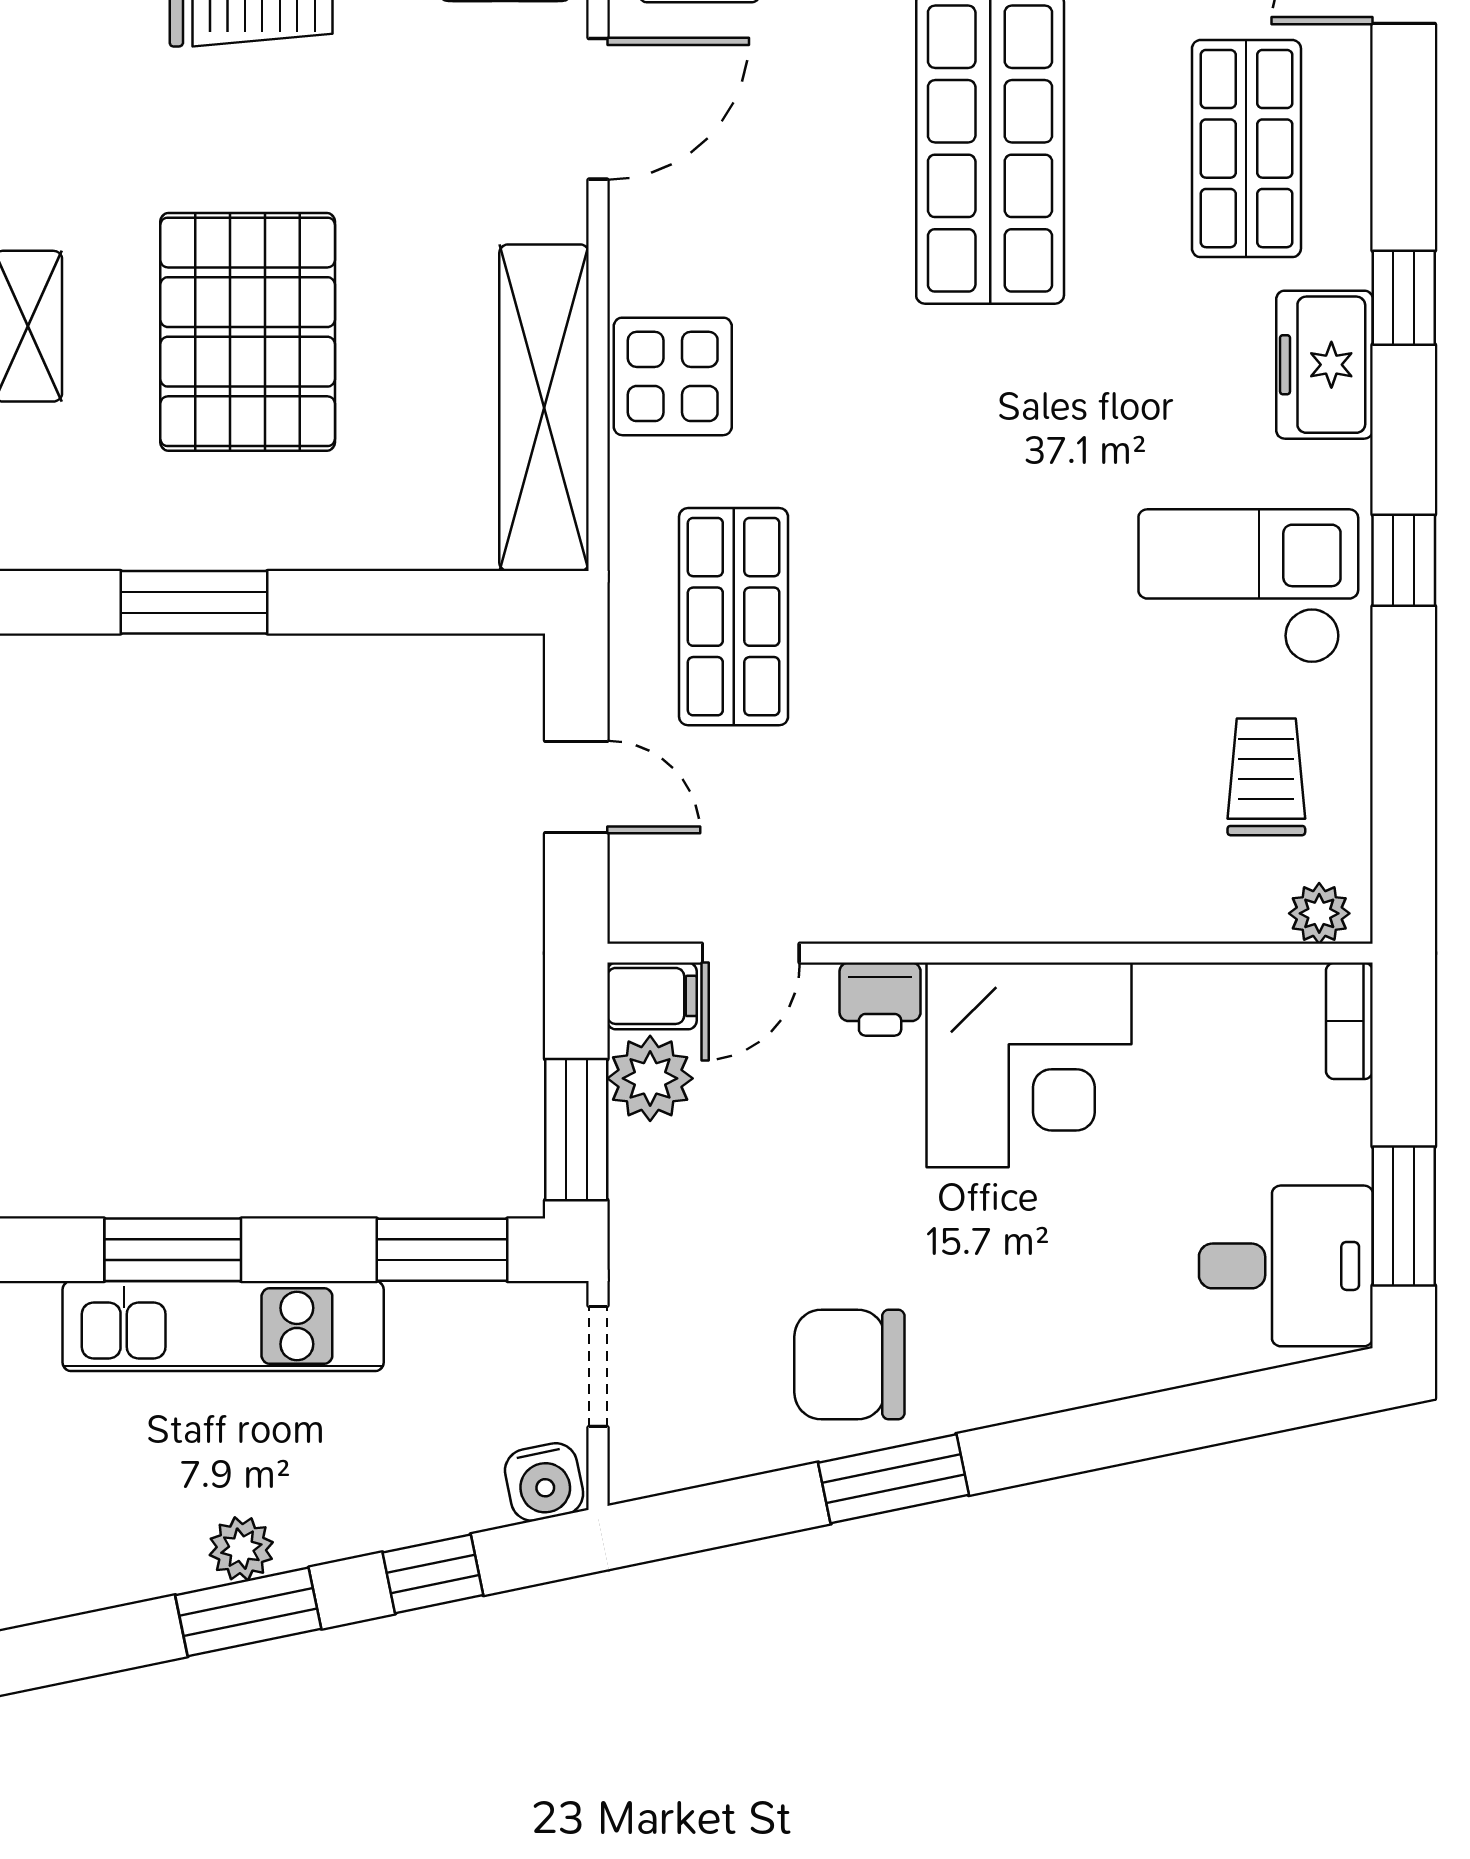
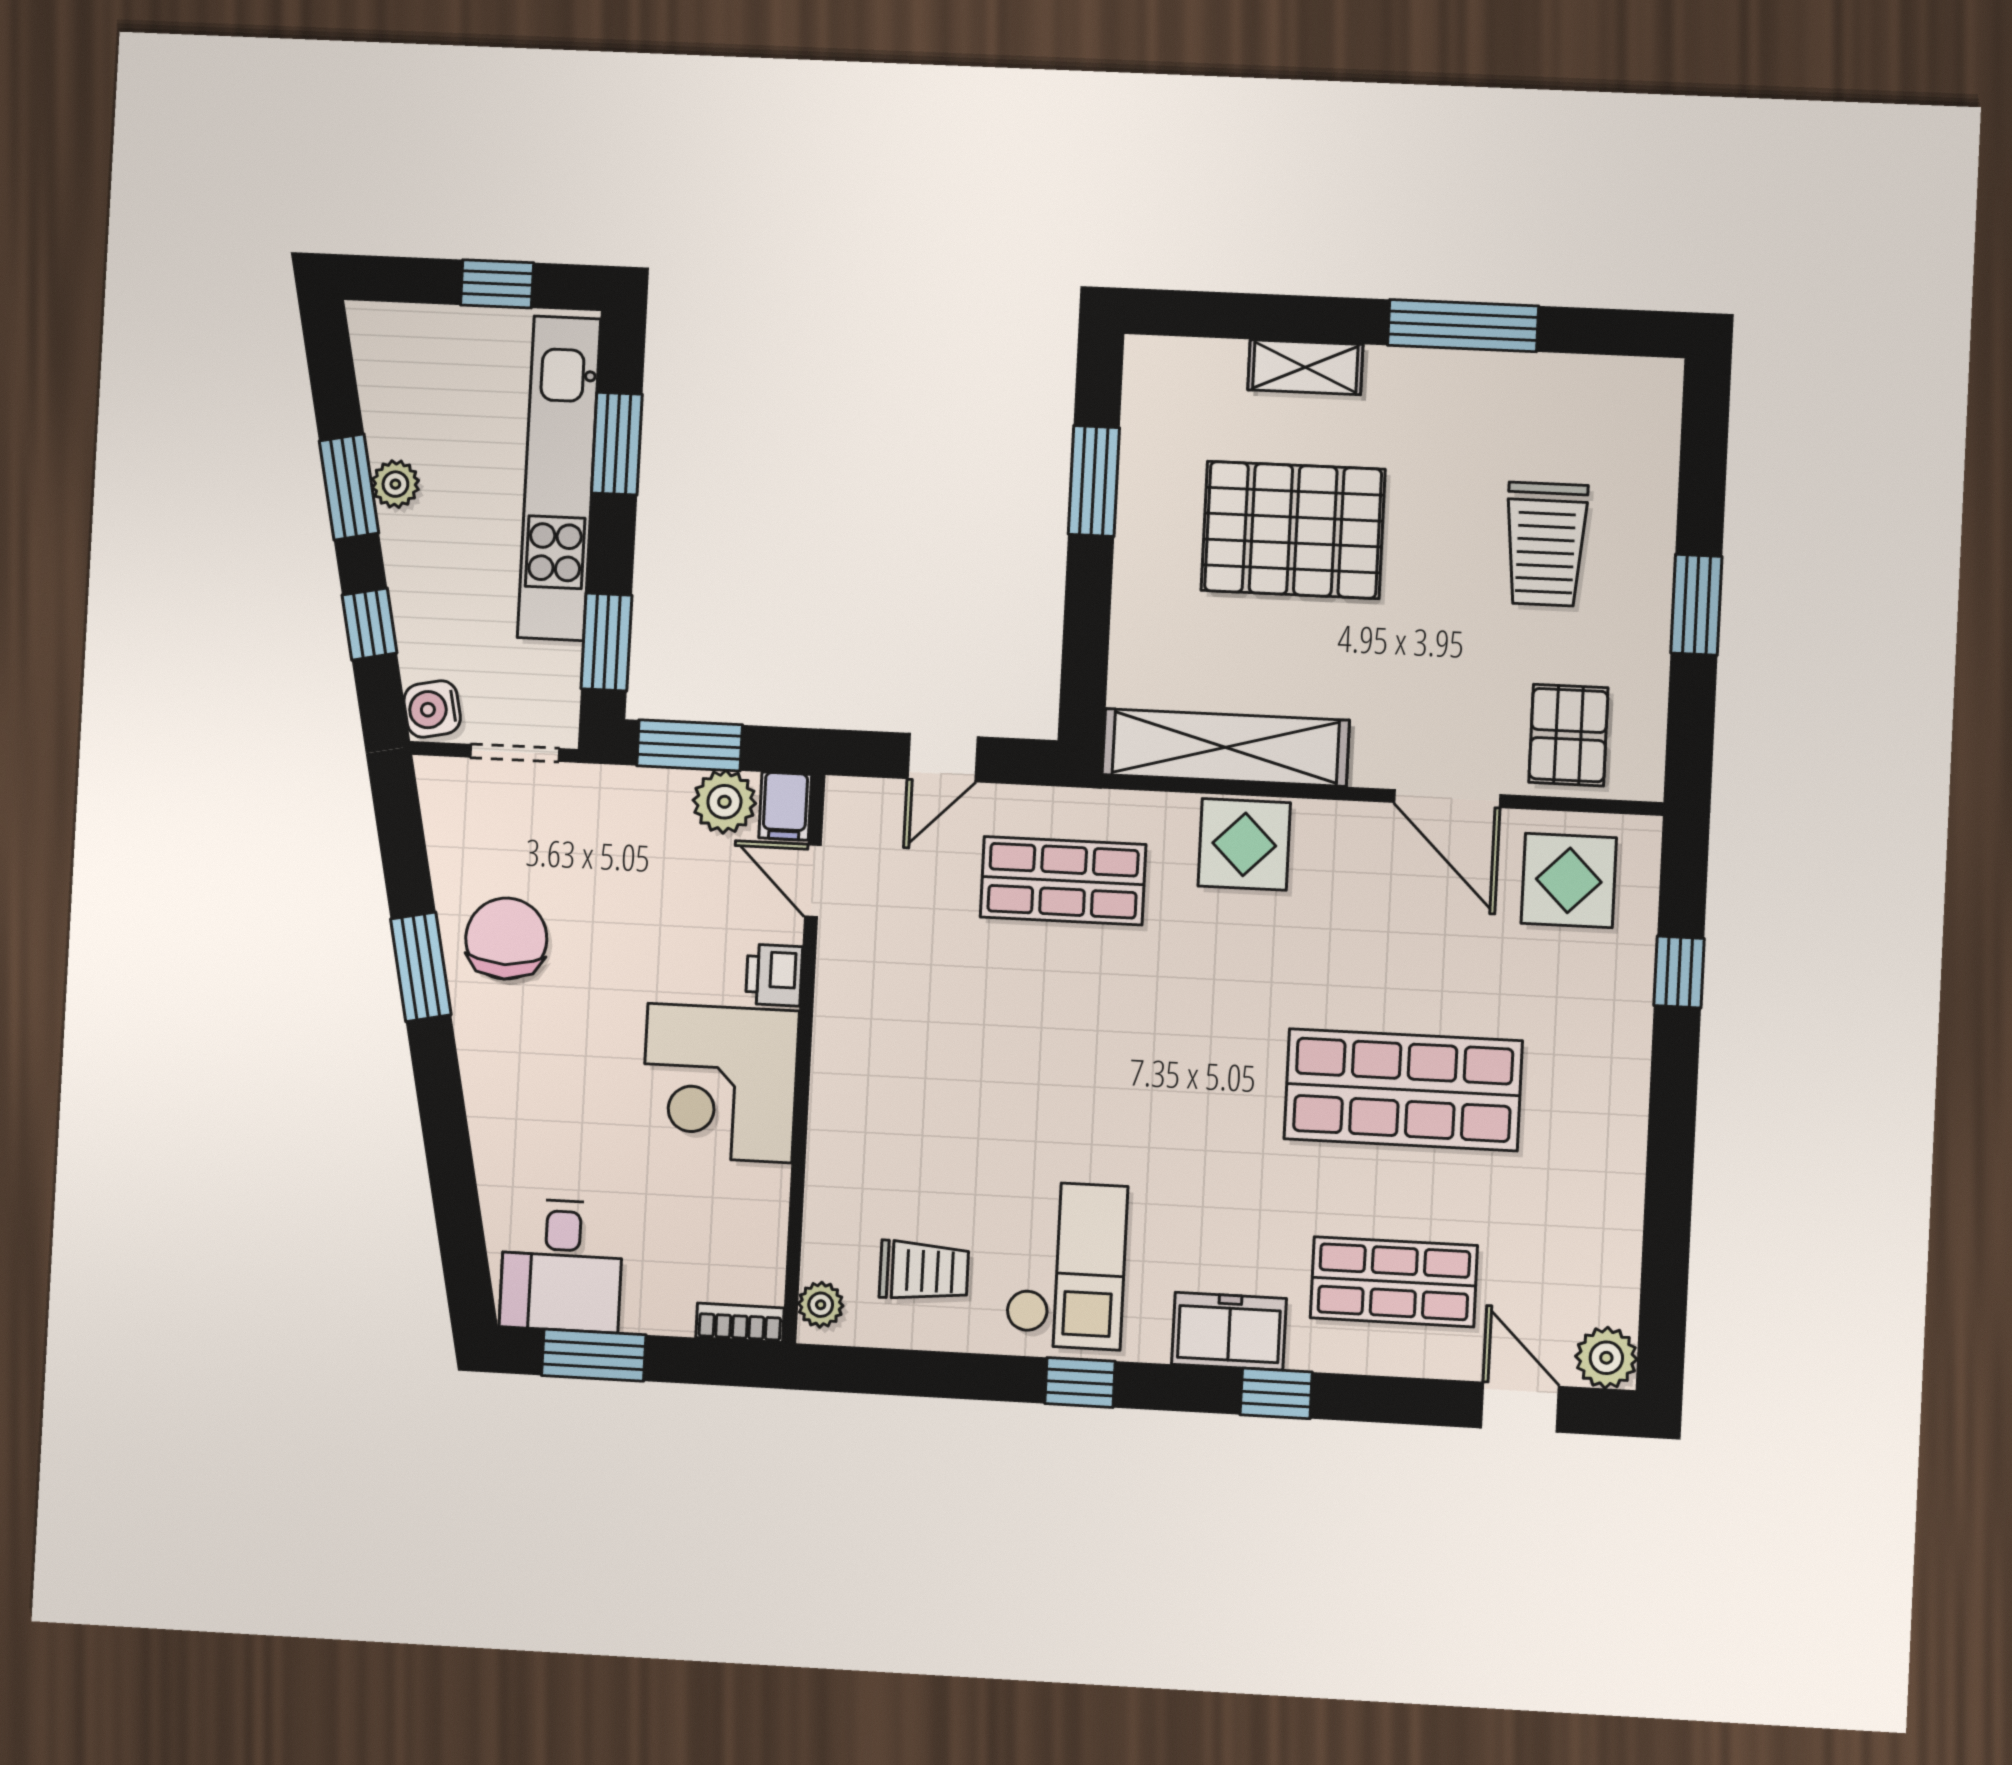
kitchen unit: (223, 1326) -> (559, 478), width x1.36

